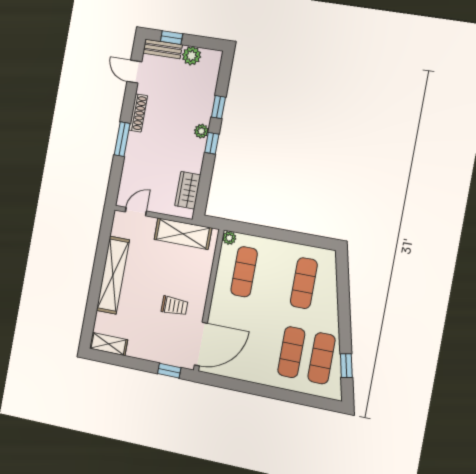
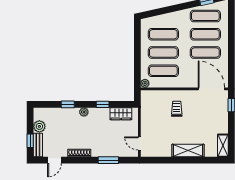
window: (122, 139) -> (108, 160), moved
window: (212, 143) -> (103, 104), moved
shelving: (183, 234) -> (147, 112), removed
shelving: (113, 275) -> (188, 151), width x0.68
exercise mat: (274, 277) -> (163, 53), added
trolley: (174, 306) -> (177, 109), moved
exercise mat: (261, 346) -> (205, 53), added

